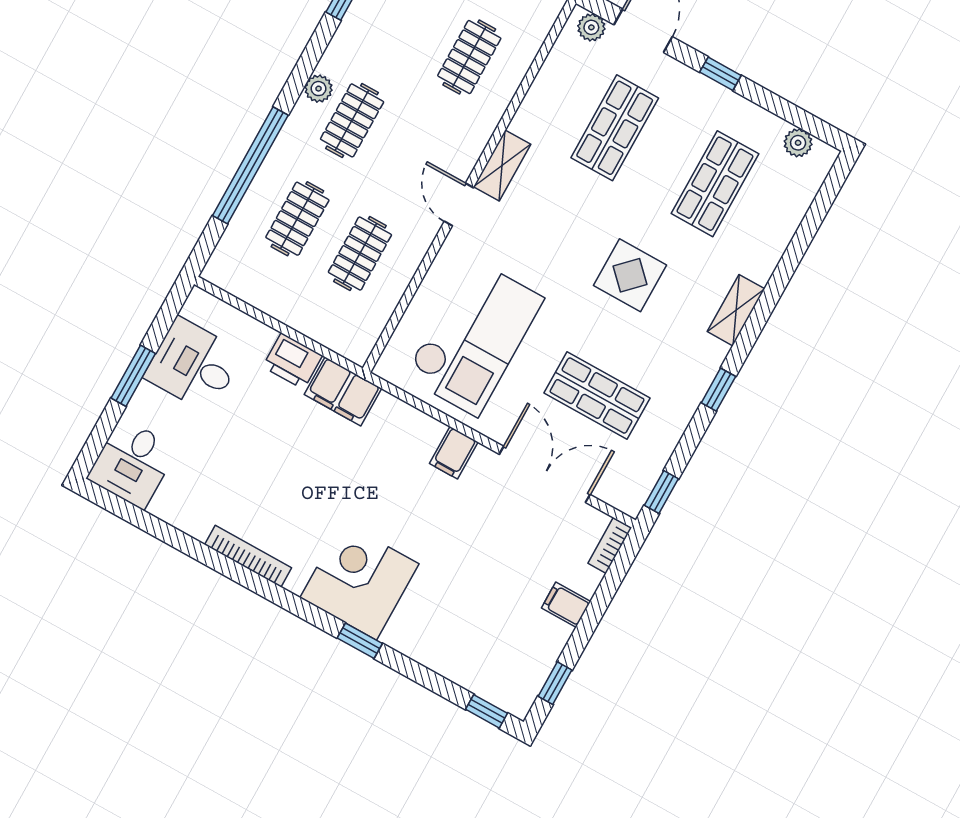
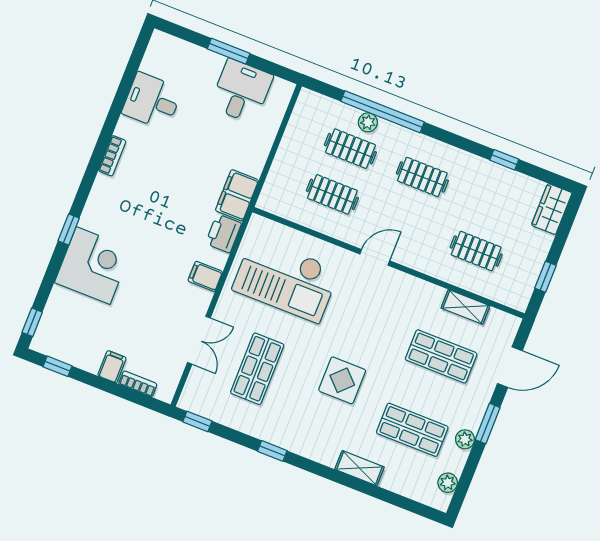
plant: (591, 27) -> (465, 439), moved
window: (720, 74) -> (488, 424), width x1.50
plant: (319, 89) -> (368, 122), moved
shelving: (502, 165) -> (465, 307), moved
shelving: (736, 310) -> (359, 468), moved
printer: (292, 361) -> (223, 233), moved
desk: (132, 463) -> (152, 101), moved
double door: (545, 474) -> (199, 340), width x0.73
bookcase: (610, 546) -> (138, 384), moved
bookcase: (248, 556) -> (112, 156), width x0.64
corner desk: (359, 581) -> (93, 266), moved

